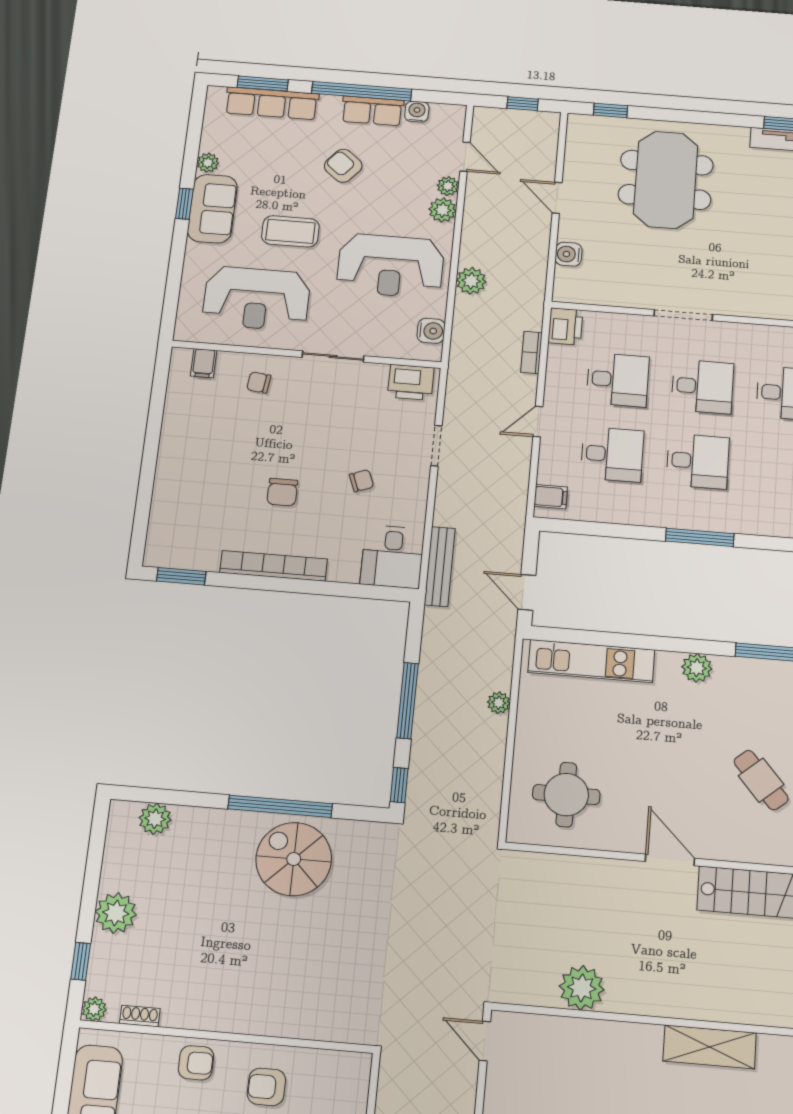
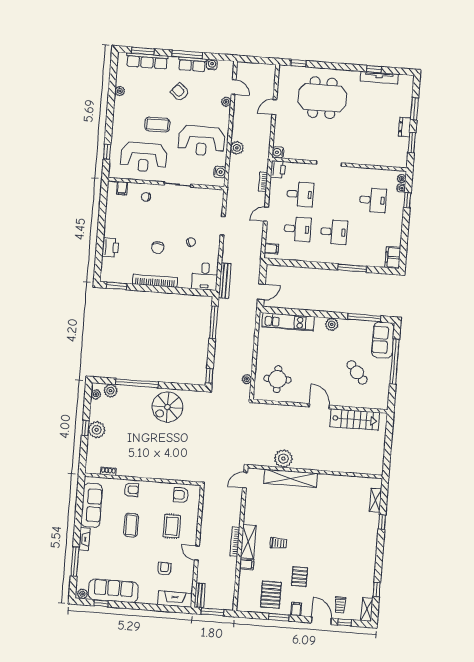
window: (362, 91) -> (187, 54), width x0.68
window: (523, 104) -> (259, 60), removed
meeting table: (666, 180) -> (322, 98), turned 90
door: (557, 198) -> (274, 107), hinge flipped
window: (184, 204) -> (107, 152), moved
sofa: (212, 209) -> (123, 114), removed
plant: (443, 210) -> (224, 113), removed
water cooler: (568, 254) -> (278, 152), moved
printer: (411, 382) -> (110, 247), moved, turned -90
desk: (702, 386) -> (337, 197), removed
window: (700, 537) -> (352, 268), moved
door: (527, 592) -> (261, 292), swing flipped
window: (408, 701) -> (214, 322), moved
plant: (499, 703) -> (247, 379), moved
window: (280, 806) -> (137, 383), moved
spiral stairs: (294, 859) -> (167, 407), turned -90
window: (81, 961) -> (85, 428), moved
plant: (94, 1009) -> (96, 394), moved
door: (485, 1041) -> (245, 480), hinge flipped
shelving: (710, 1047) -> (291, 478), moved, width x1.47
armchair: (266, 1087) -> (181, 495), moved

